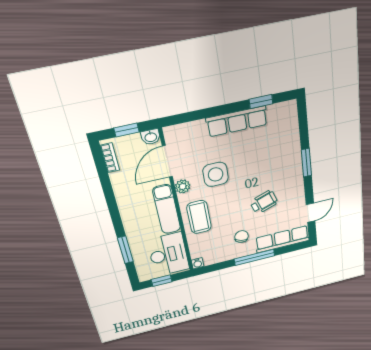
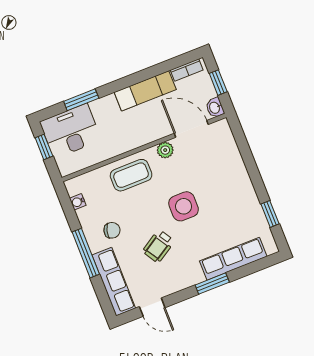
row of seats: (237, 121) -> (233, 259), moved, turned 90
side table: (216, 174) -> (184, 206), moved
wheelchair: (264, 202) -> (158, 246), turned 77
exam couch: (167, 209) -> (145, 91), moved, turned 180
desk: (168, 255) -> (71, 131), moved, turned 180
water cooler: (198, 263) -> (78, 202), moved

